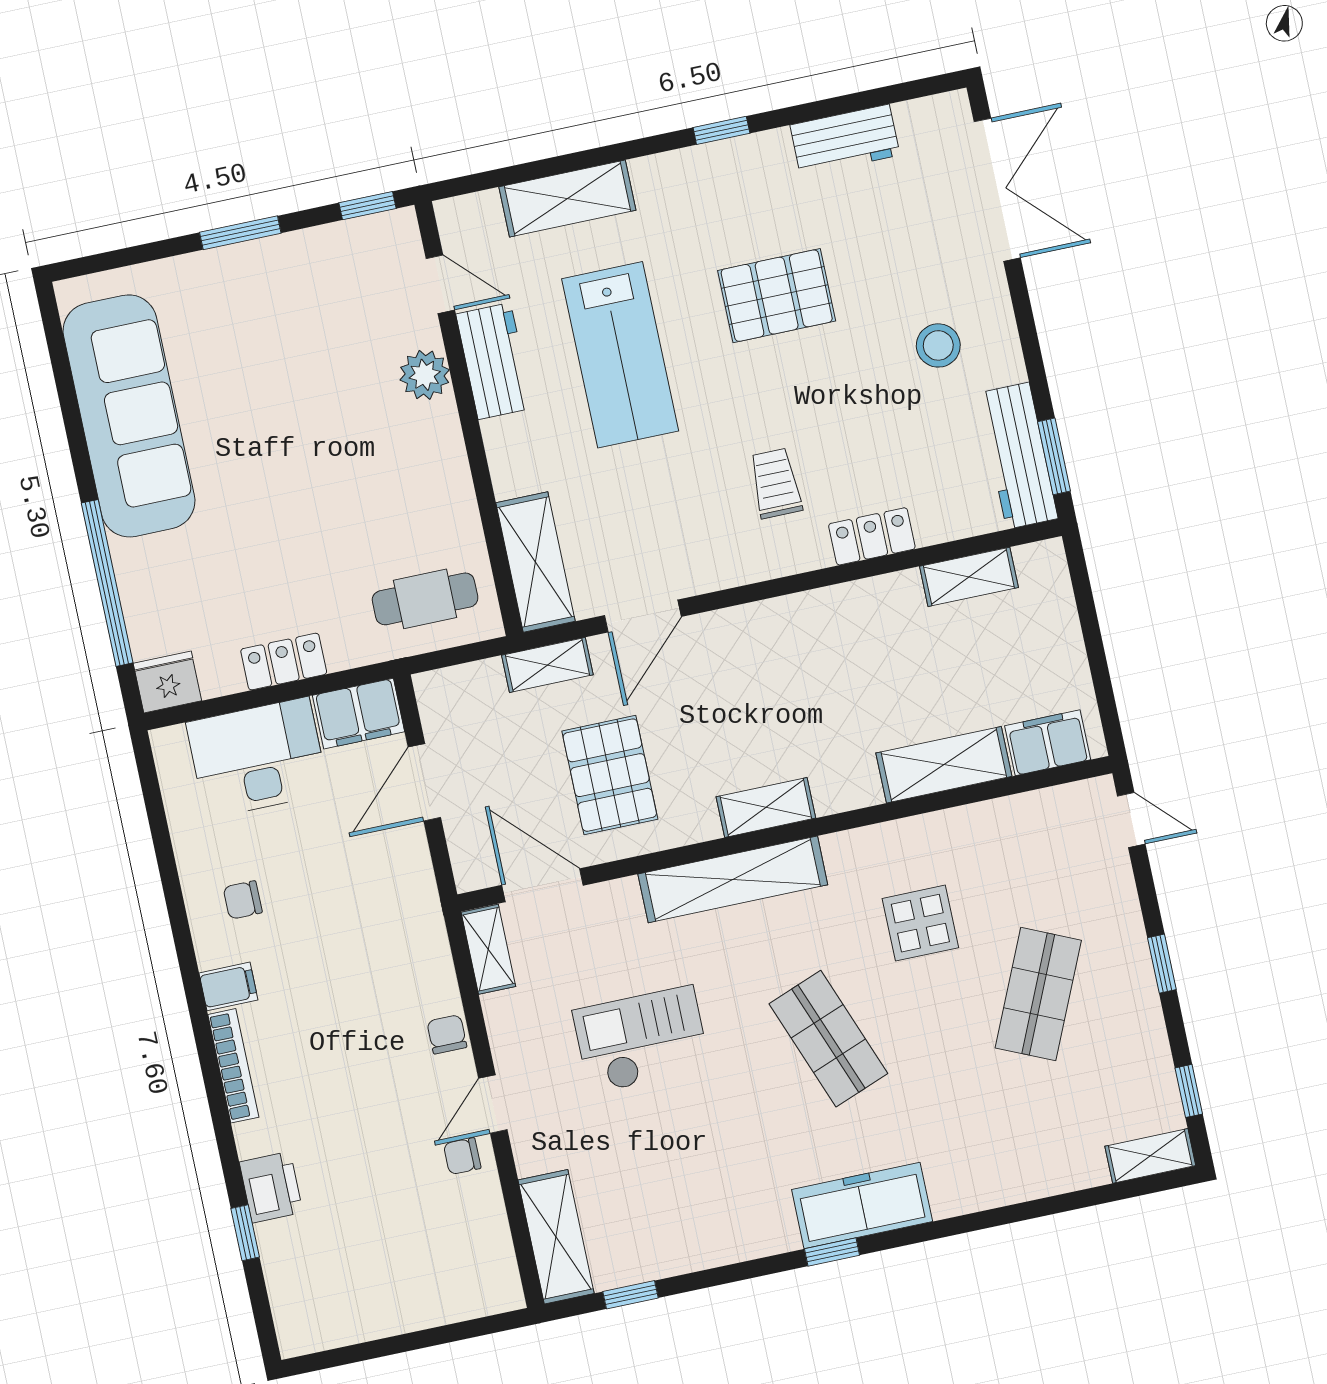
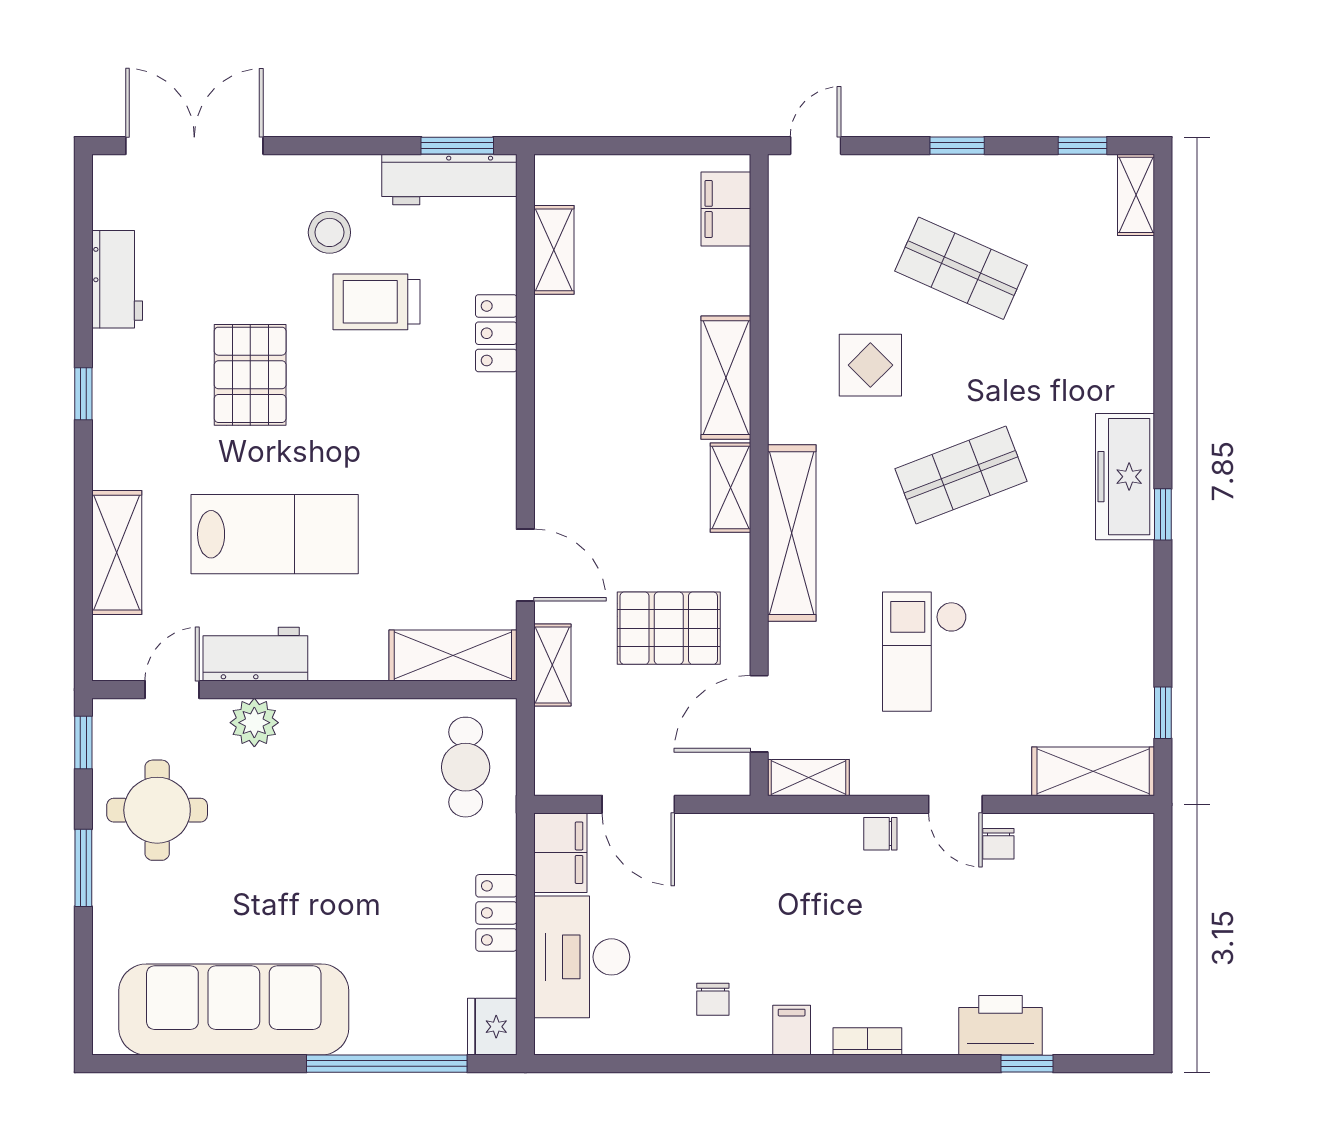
round table: (315, 295) -> (157, 810), added
trolley: (776, 483) -> (376, 302), moved, width x1.36, depth x1.39
shelving: (944, 765) -> (726, 378), moved
bookcase: (233, 1066) -> (867, 1041), width x0.64
printer: (271, 1187) -> (1001, 1025), width x1.37, depth x1.19

